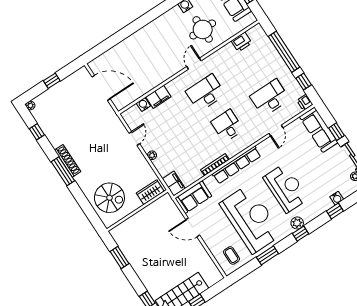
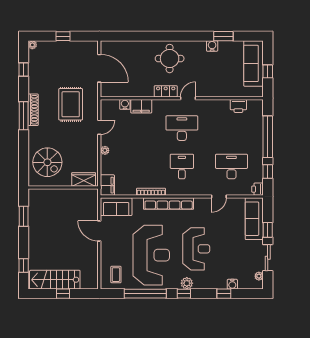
round table: (203, 29) -> (170, 59), moved
locker: (171, 70) -> (166, 91), added
rug: (97, 135) -> (71, 104), added
window: (267, 255) -> (145, 294), width x2.11

